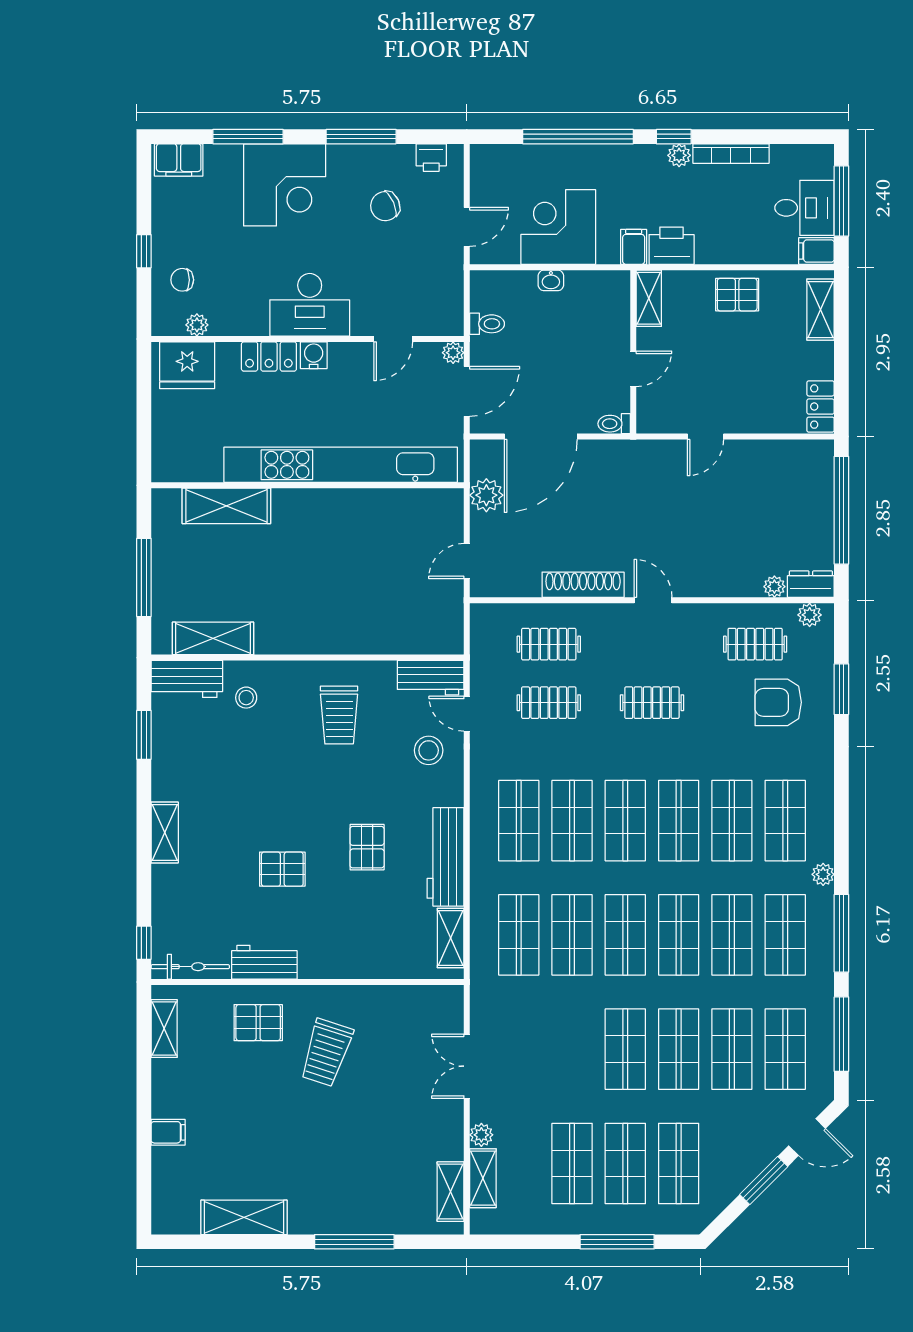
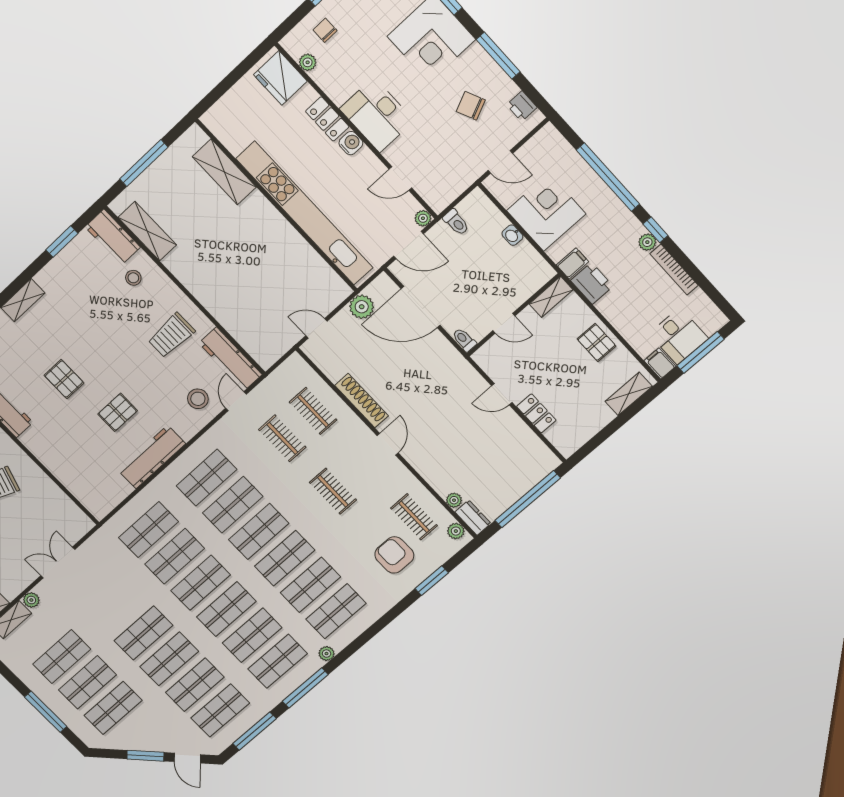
locker: (821, 407) -> (536, 413), moved, turned 90
workbench: (431, 678) -> (230, 359), width x1.38
shelving: (451, 938) -> (113, 497), removed

